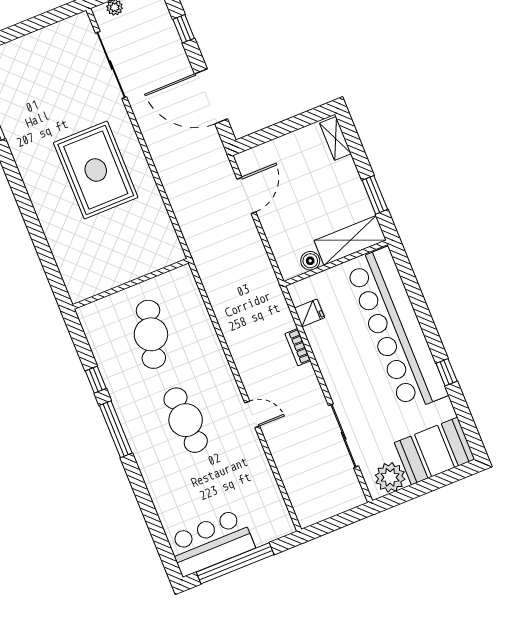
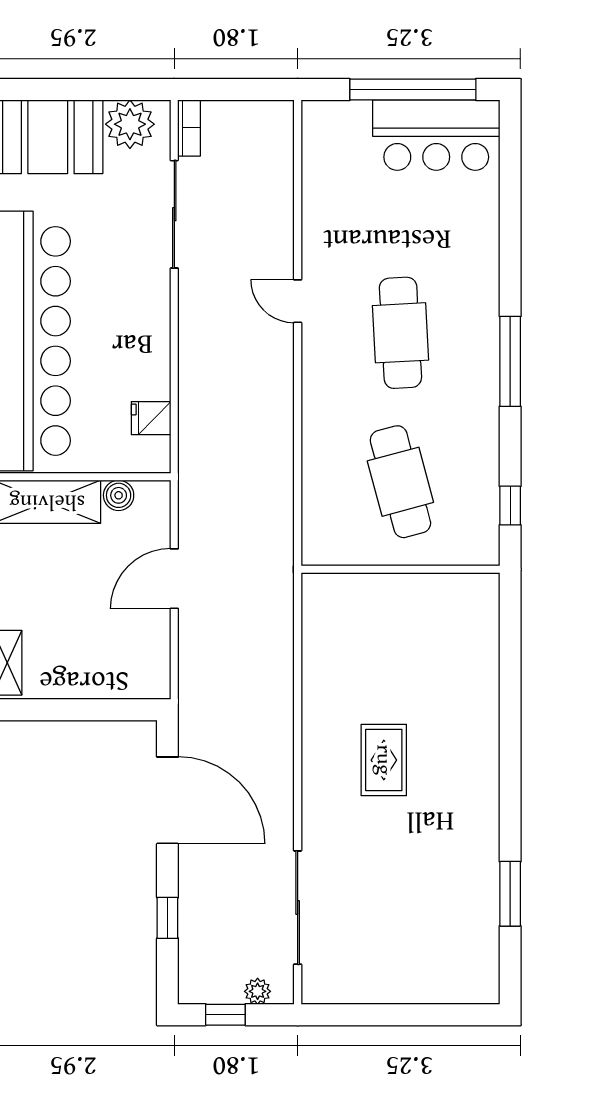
rug: (96, 170) -> (384, 760), width x0.54, depth x0.49
door: (246, 195) -> (174, 579), moved
cafe table: (151, 334) -> (400, 482), turned -30
bookcase: (298, 347) -> (189, 128), moved
window: (96, 380) -> (510, 506), moved

